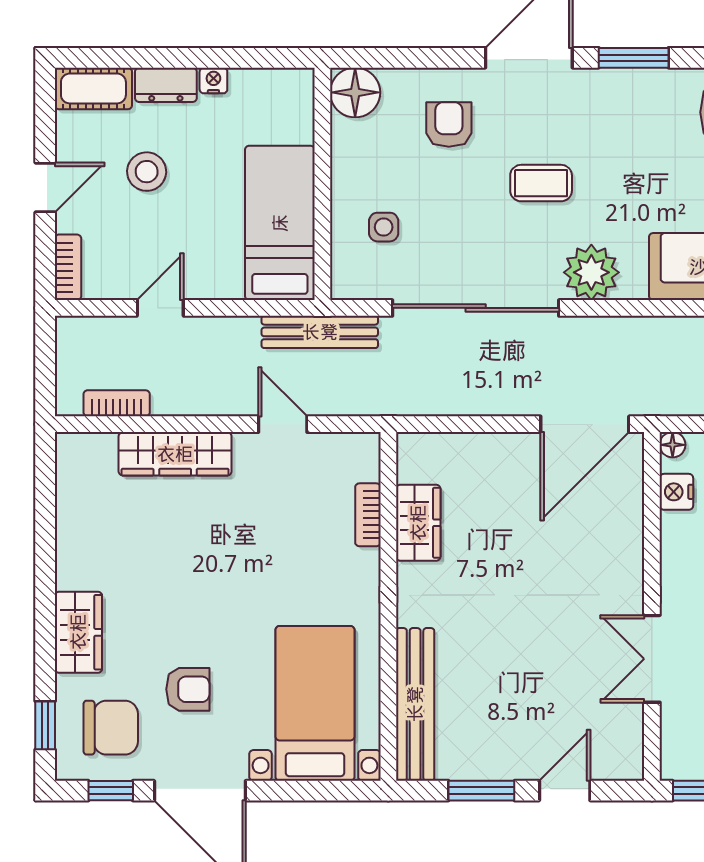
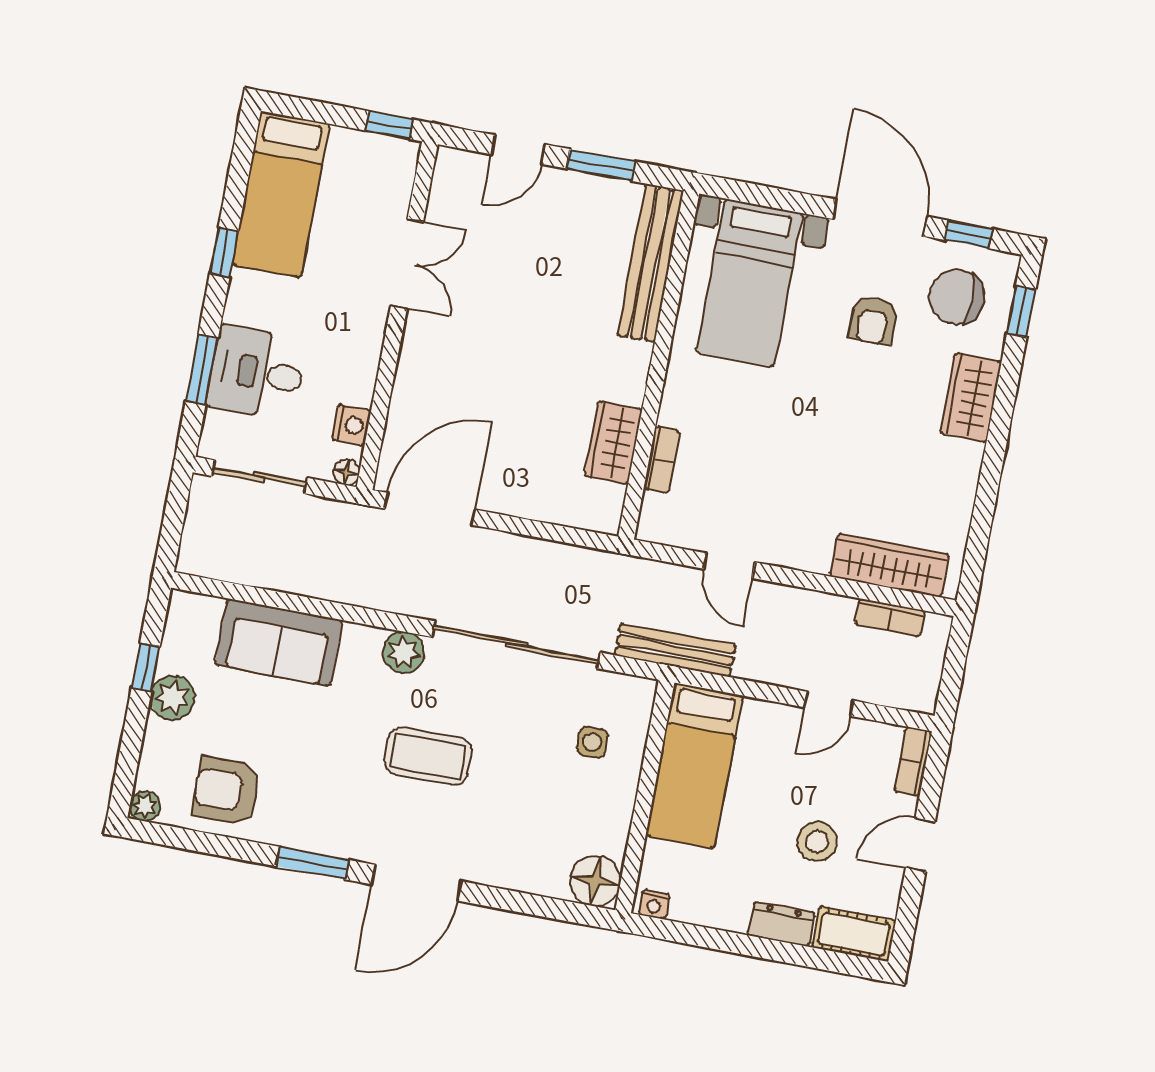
nightstand: (213, 80) -> (654, 904), moved
armchair: (449, 125) -> (508, 832), removed
coffee table: (541, 183) -> (428, 756), width x1.36, depth x1.30
plant: (591, 272) -> (404, 652), width x0.73, depth x0.73
wardrobe: (175, 454) -> (889, 566), moved
armchair: (188, 689) -> (873, 321), turned -90

